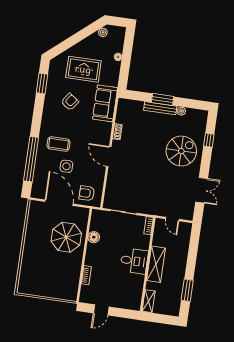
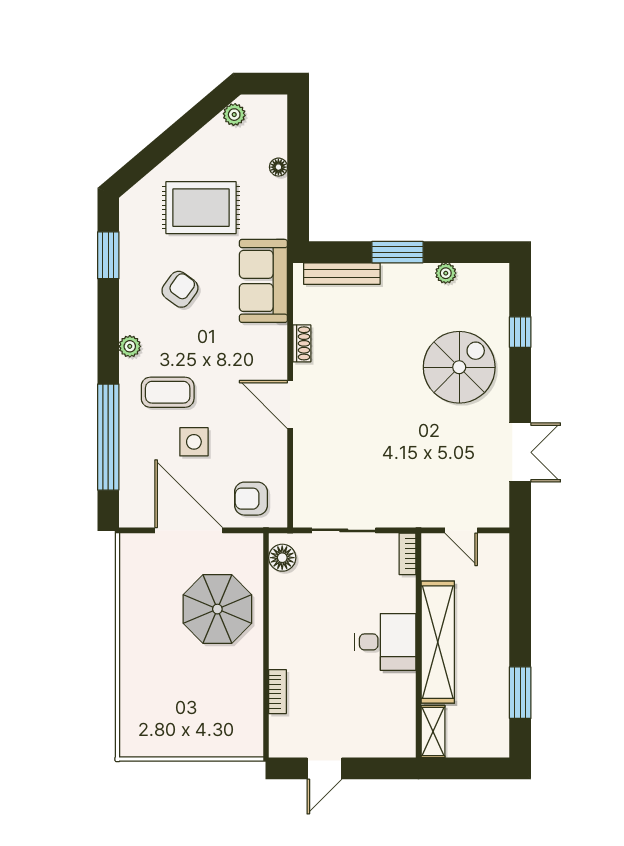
bench: (160, 108) -> (342, 274), moved
plant: (45, 123) -> (130, 346), added
floor lamp: (94, 237) -> (282, 558), moved
shelving: (156, 264) -> (438, 642), width x1.47

